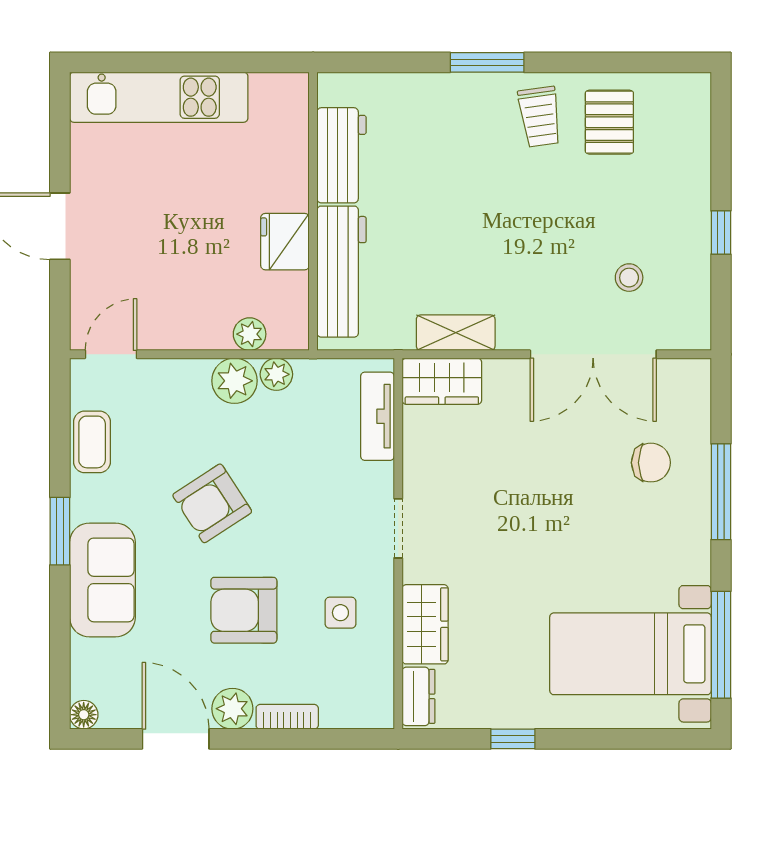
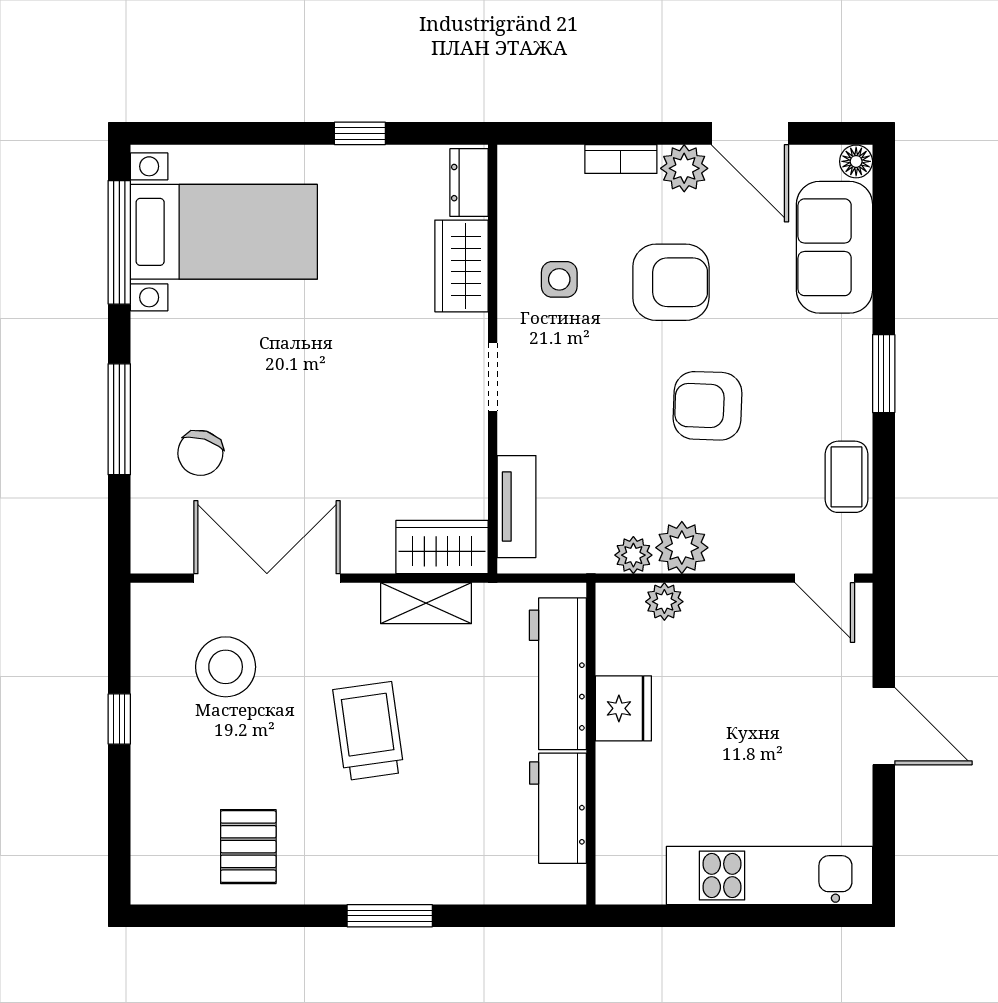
trolley: (540, 117) -> (369, 731), moved, width x1.36, depth x1.39
stool: (629, 278) -> (226, 667), width x1.89, depth x1.89
door: (111, 354) -> (825, 578), hinge flipped
chair: (651, 463) -> (200, 453), turned -73
armchair: (212, 503) -> (708, 406), turned -145
sofa: (102, 580) -> (834, 247), moved

